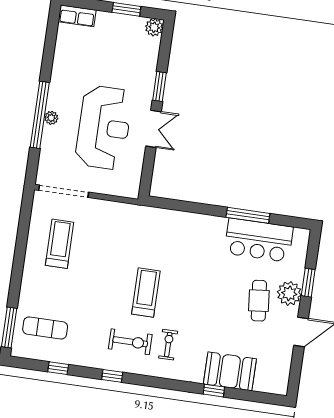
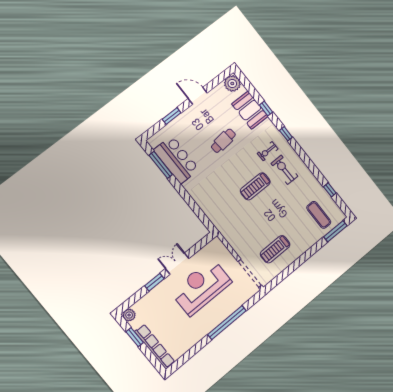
row of seats: (77, 16) -> (155, 347), width x2.02
plant: (51, 118) -> (223, 316), removed
window: (248, 215) -> (161, 165), moved
plant: (289, 293) -> (232, 83), moved
cafe table: (259, 301) -> (223, 141), moved
window: (112, 376) -> (286, 134), moved

